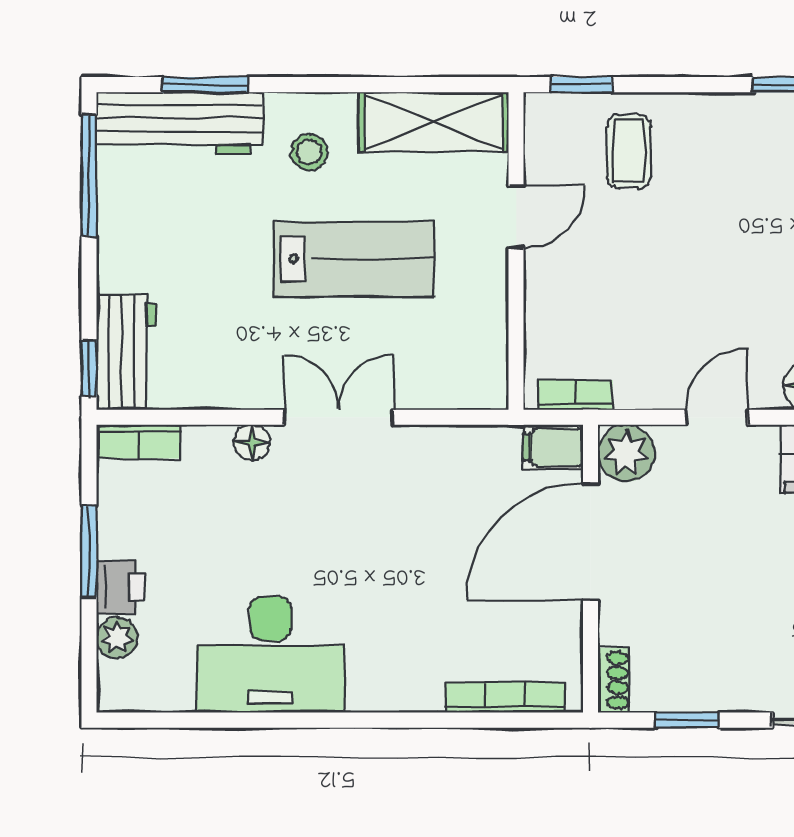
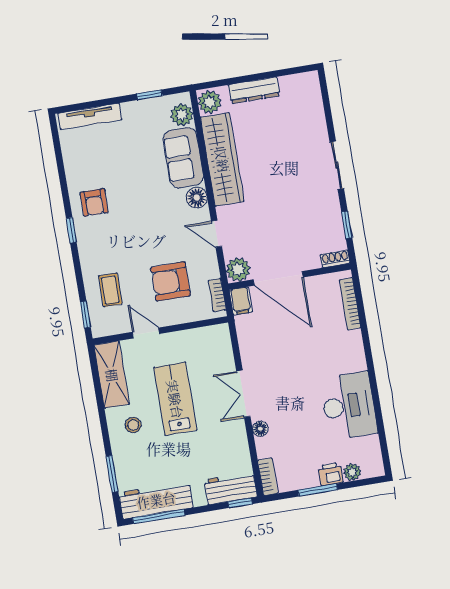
workbench: (180, 123) -> (156, 500), moved, turned -90
coffee table: (629, 151) -> (110, 290), turned 90
armchair: (625, 293) -> (170, 281), added

